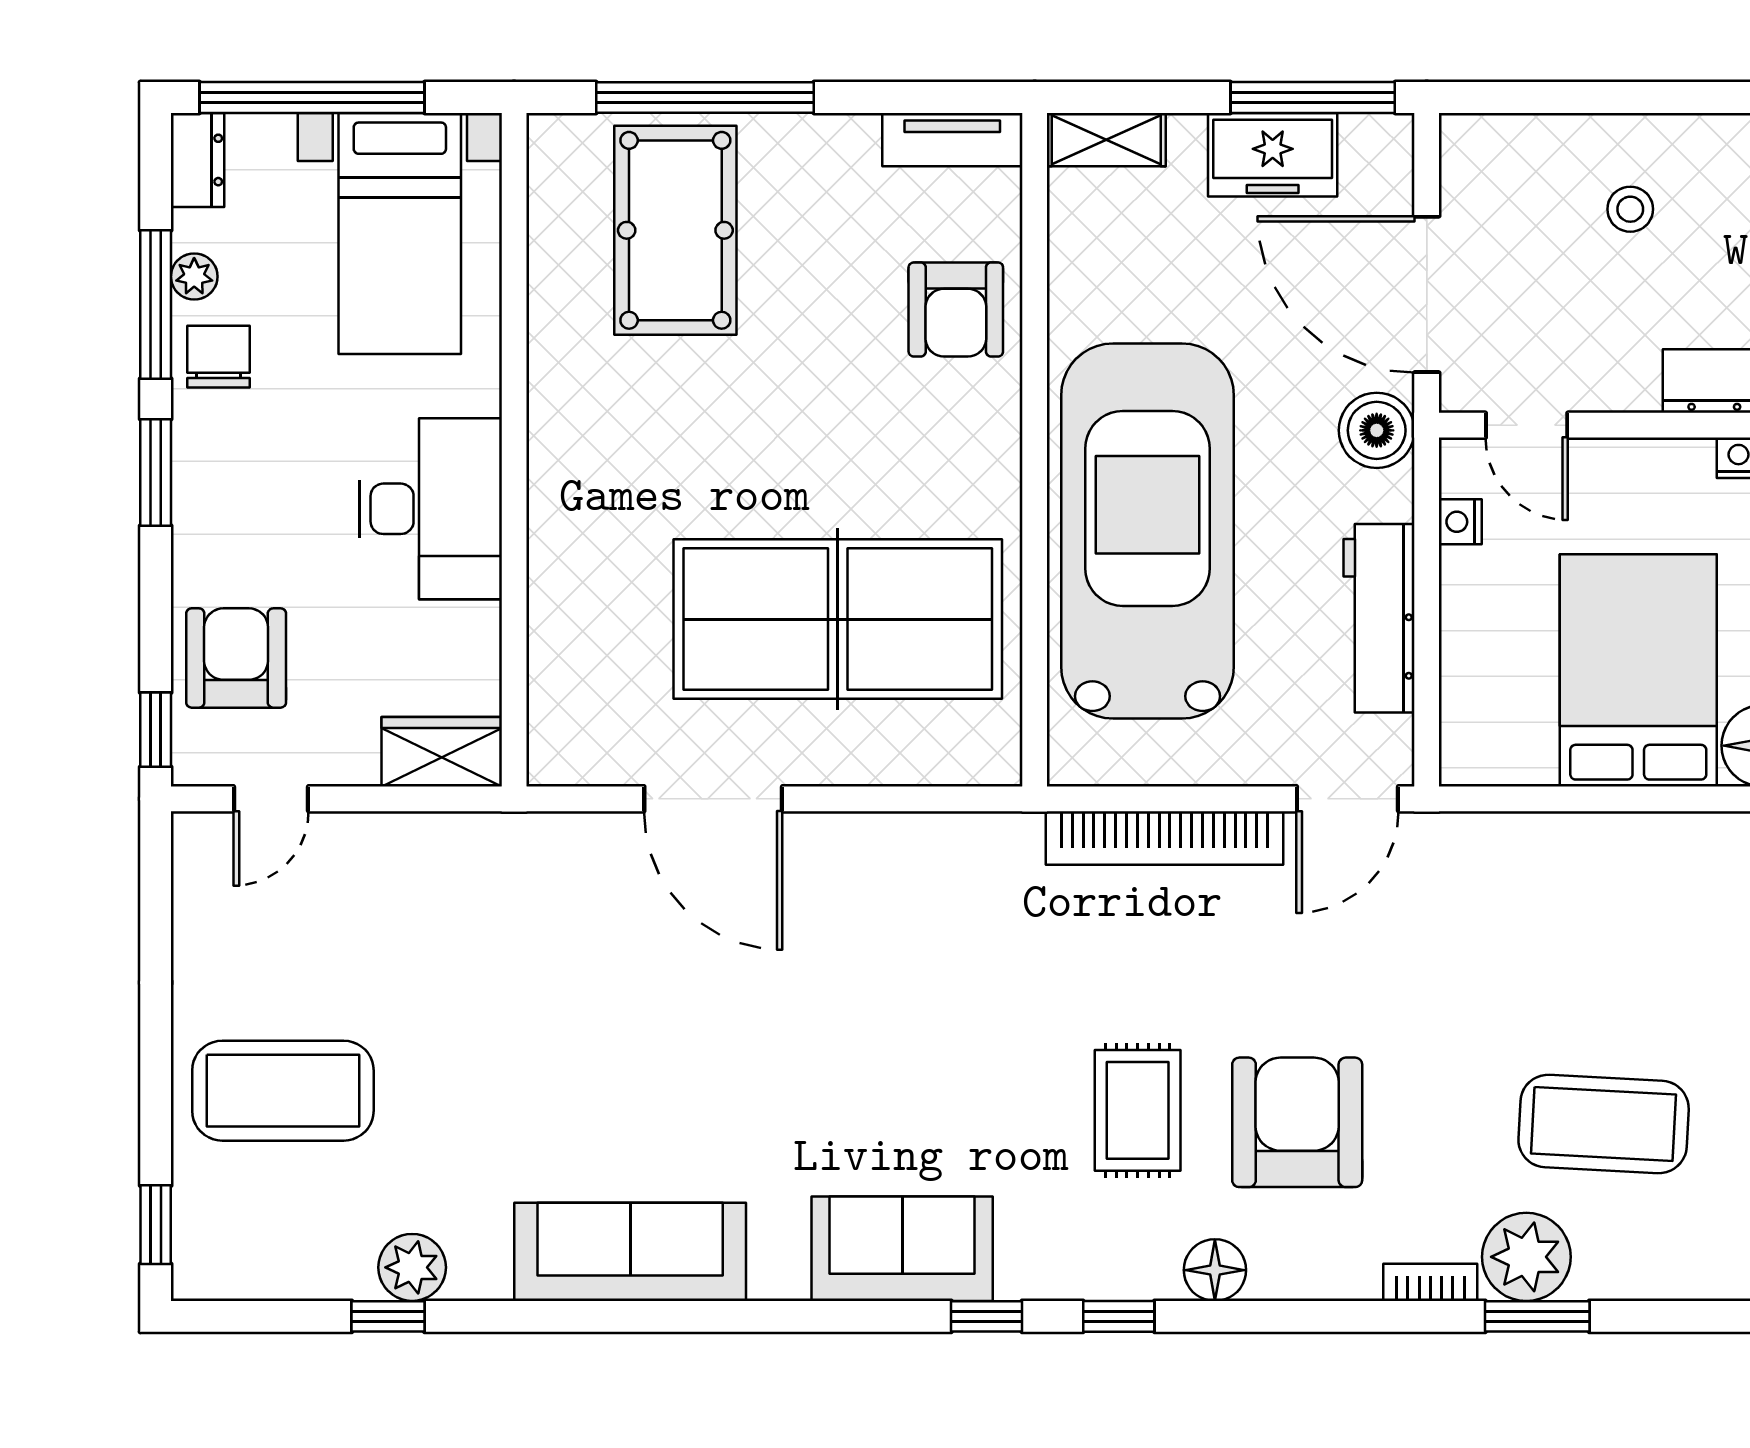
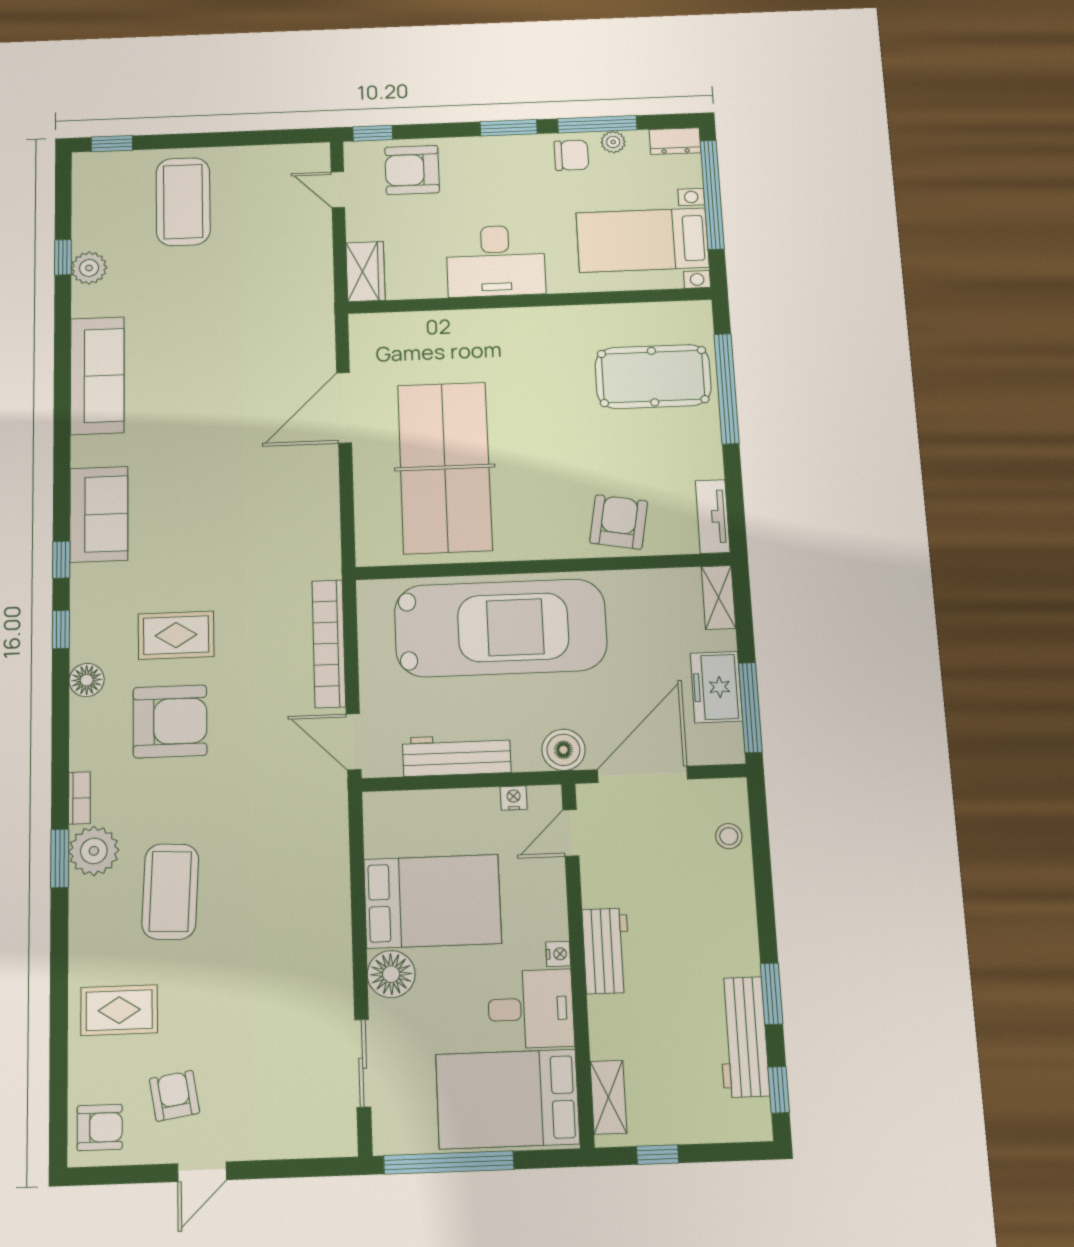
stool: (1630, 209) -> (729, 836), moved
armchair: (956, 309) -> (619, 522), turned 100
armchair: (236, 658) -> (412, 170), turned 180

